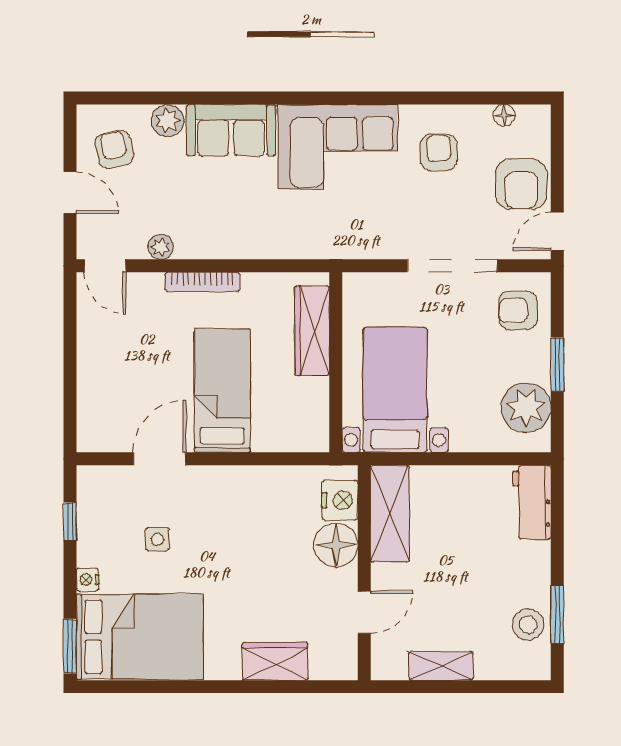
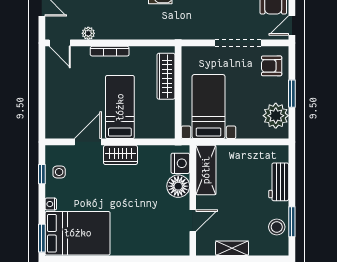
workbench: (532, 502) -> (279, 182), moved
side table: (157, 539) -> (59, 172), moved
wardrobe: (275, 661) -> (121, 155), moved, turned 180

